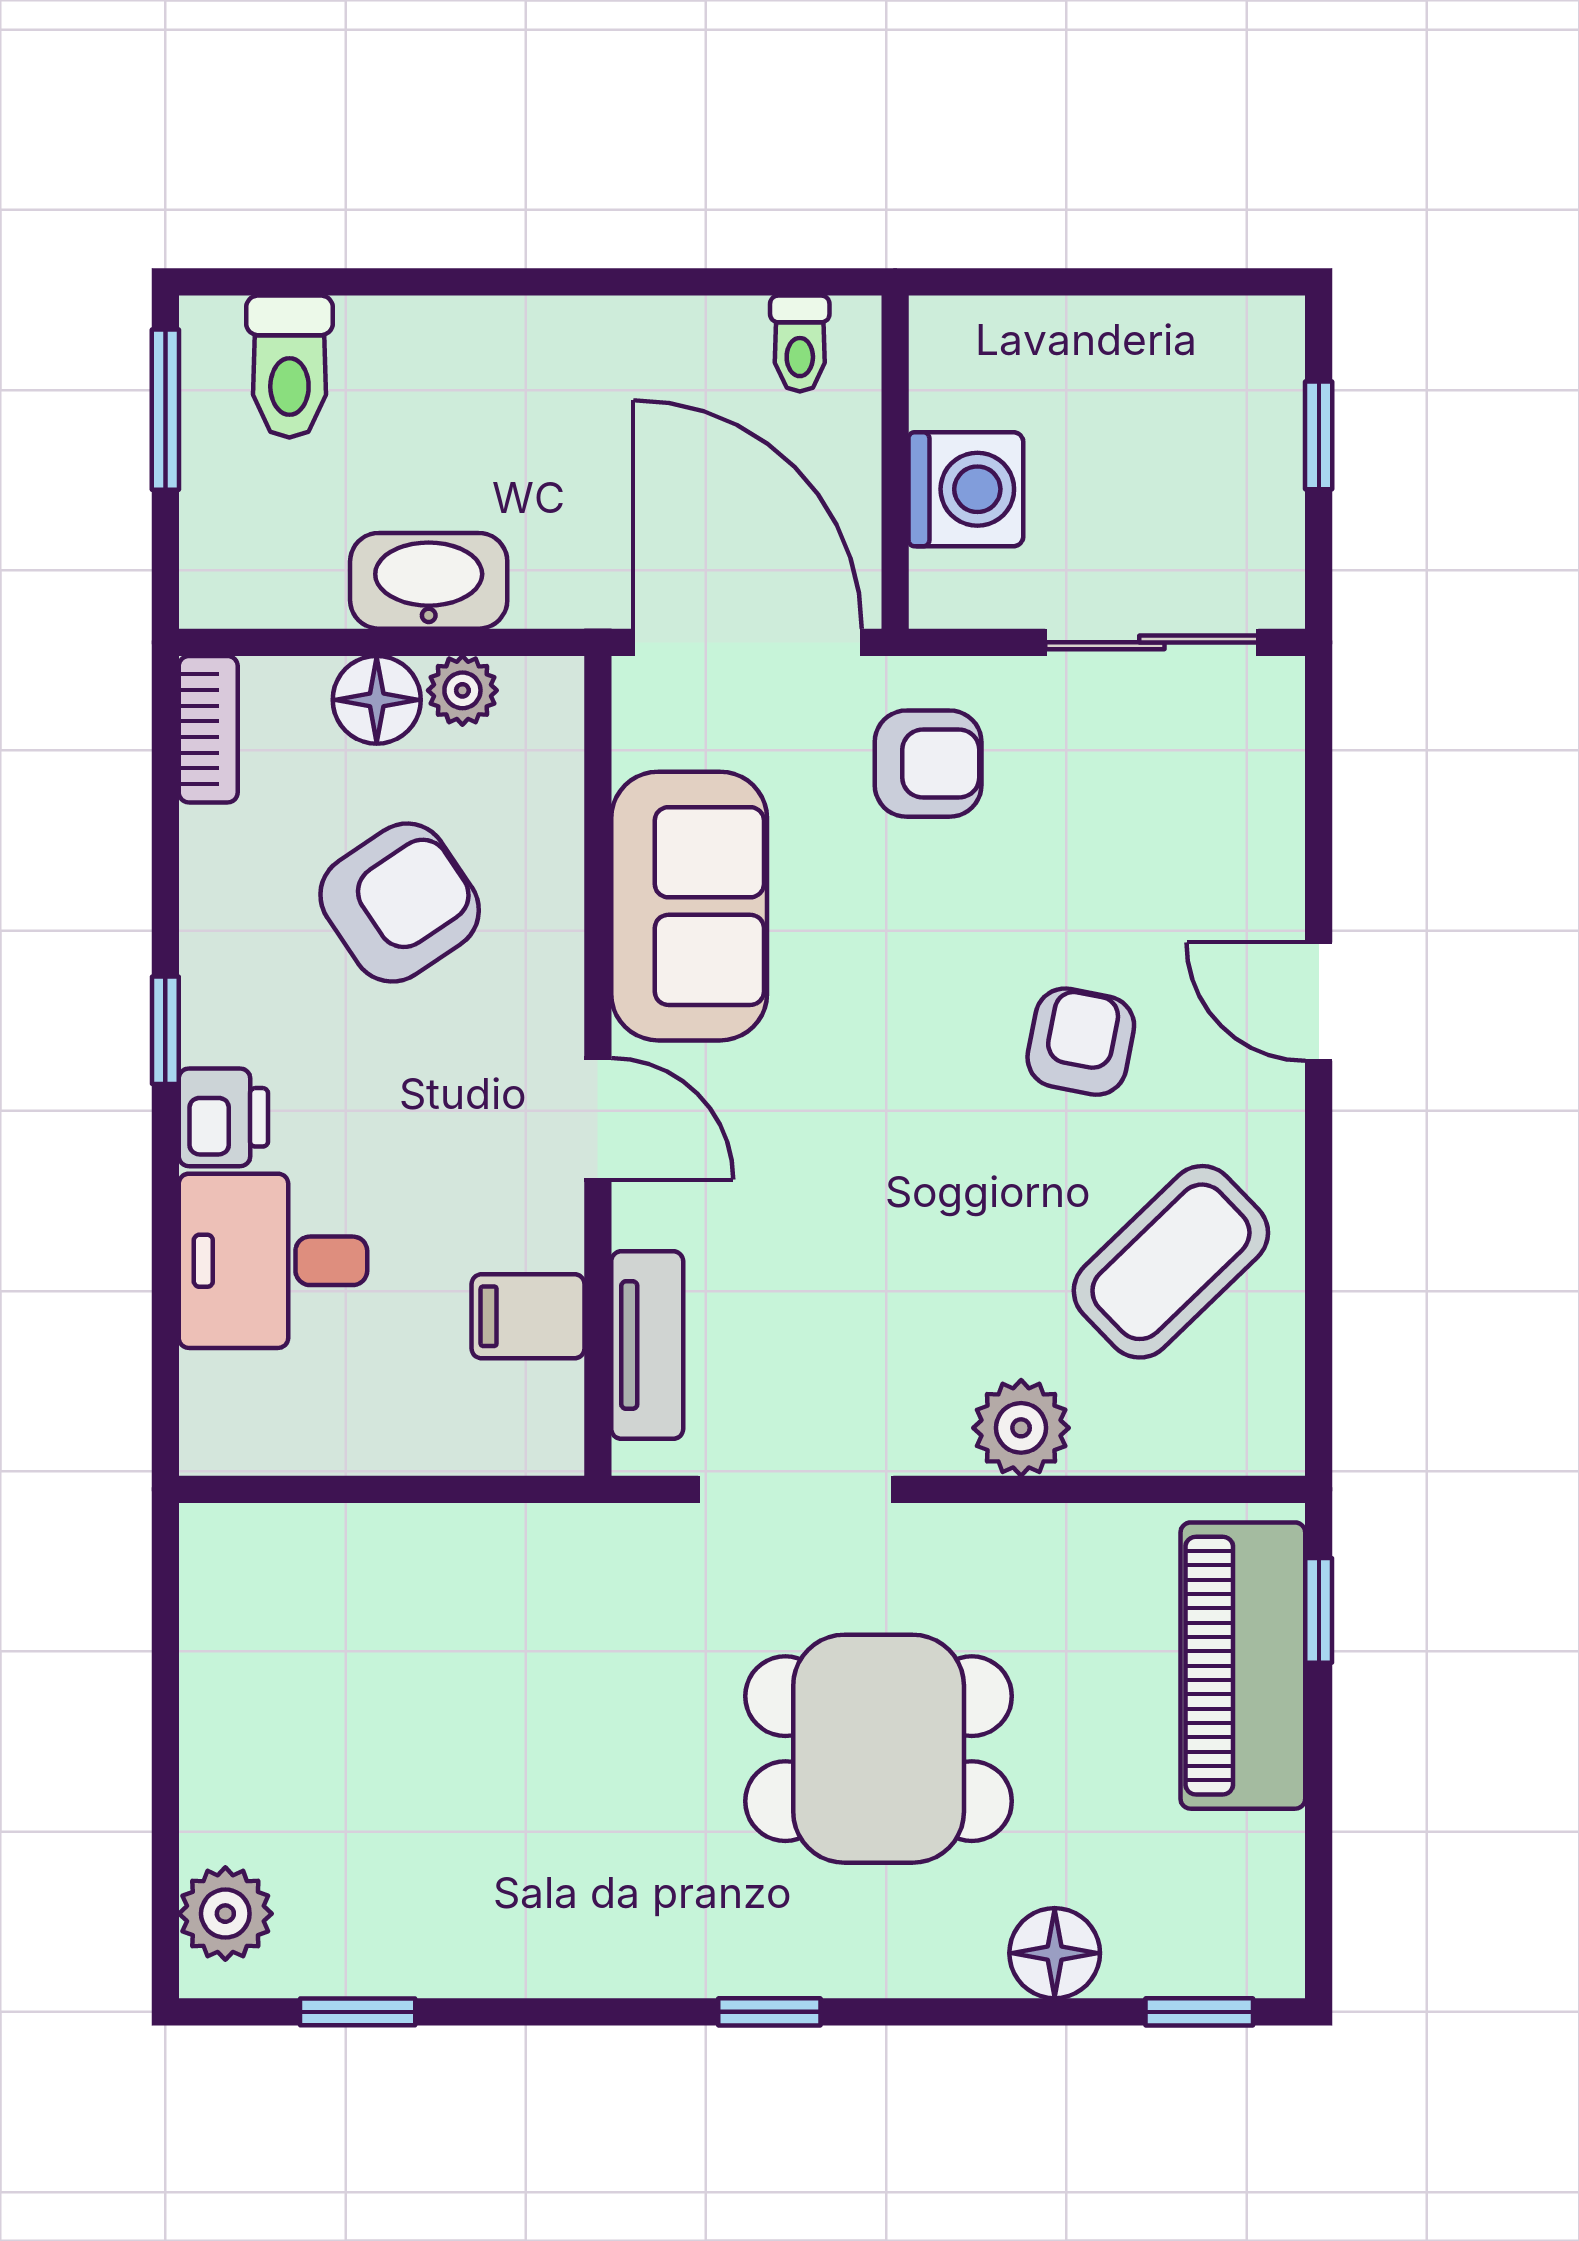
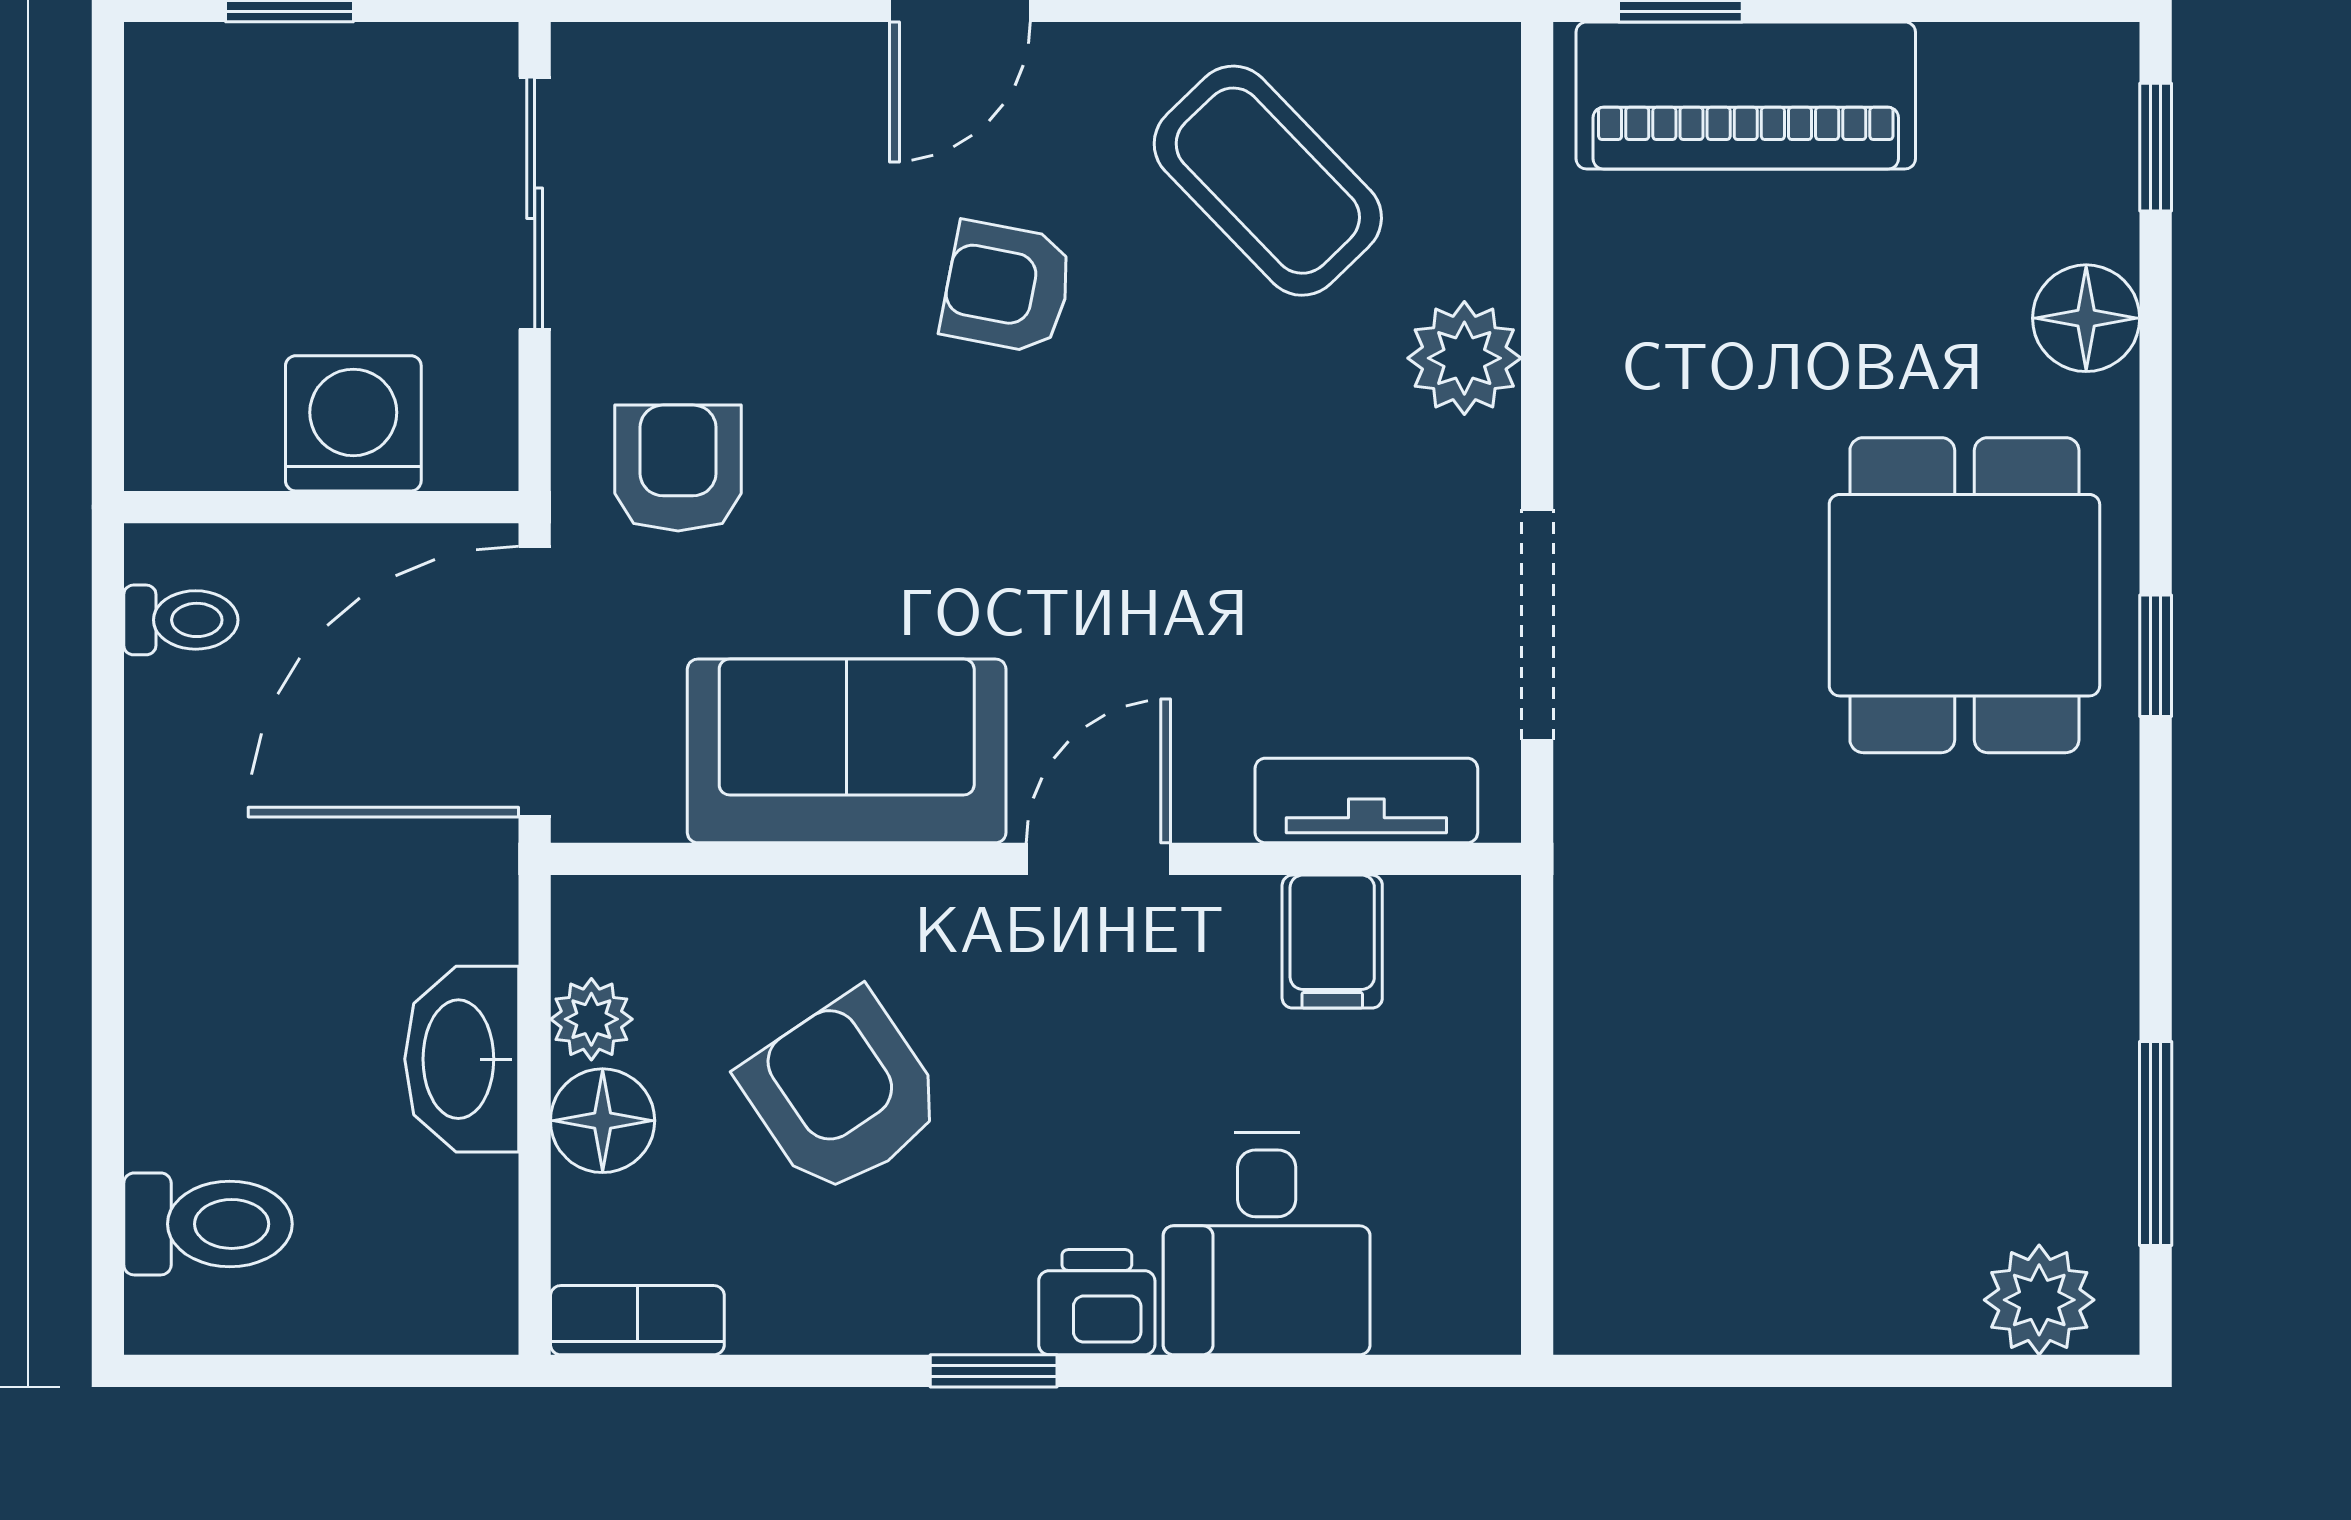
window: (165, 410) -> (259, 1371), removed
dining table: (879, 1749) -> (1964, 595), moved
window: (358, 2012) -> (2156, 1143), width x1.50

